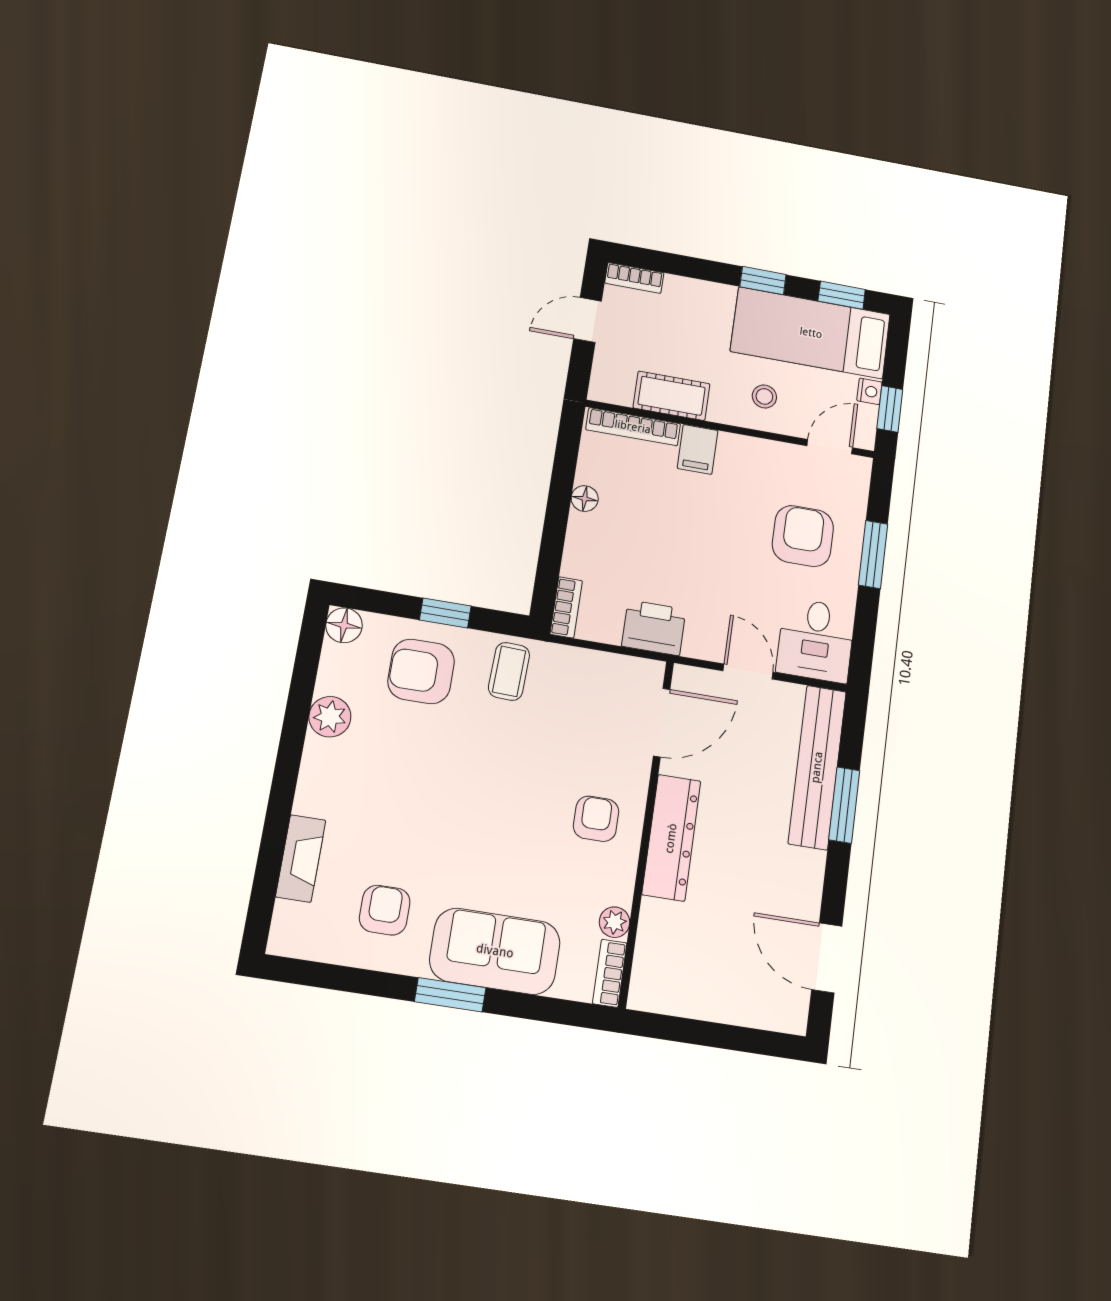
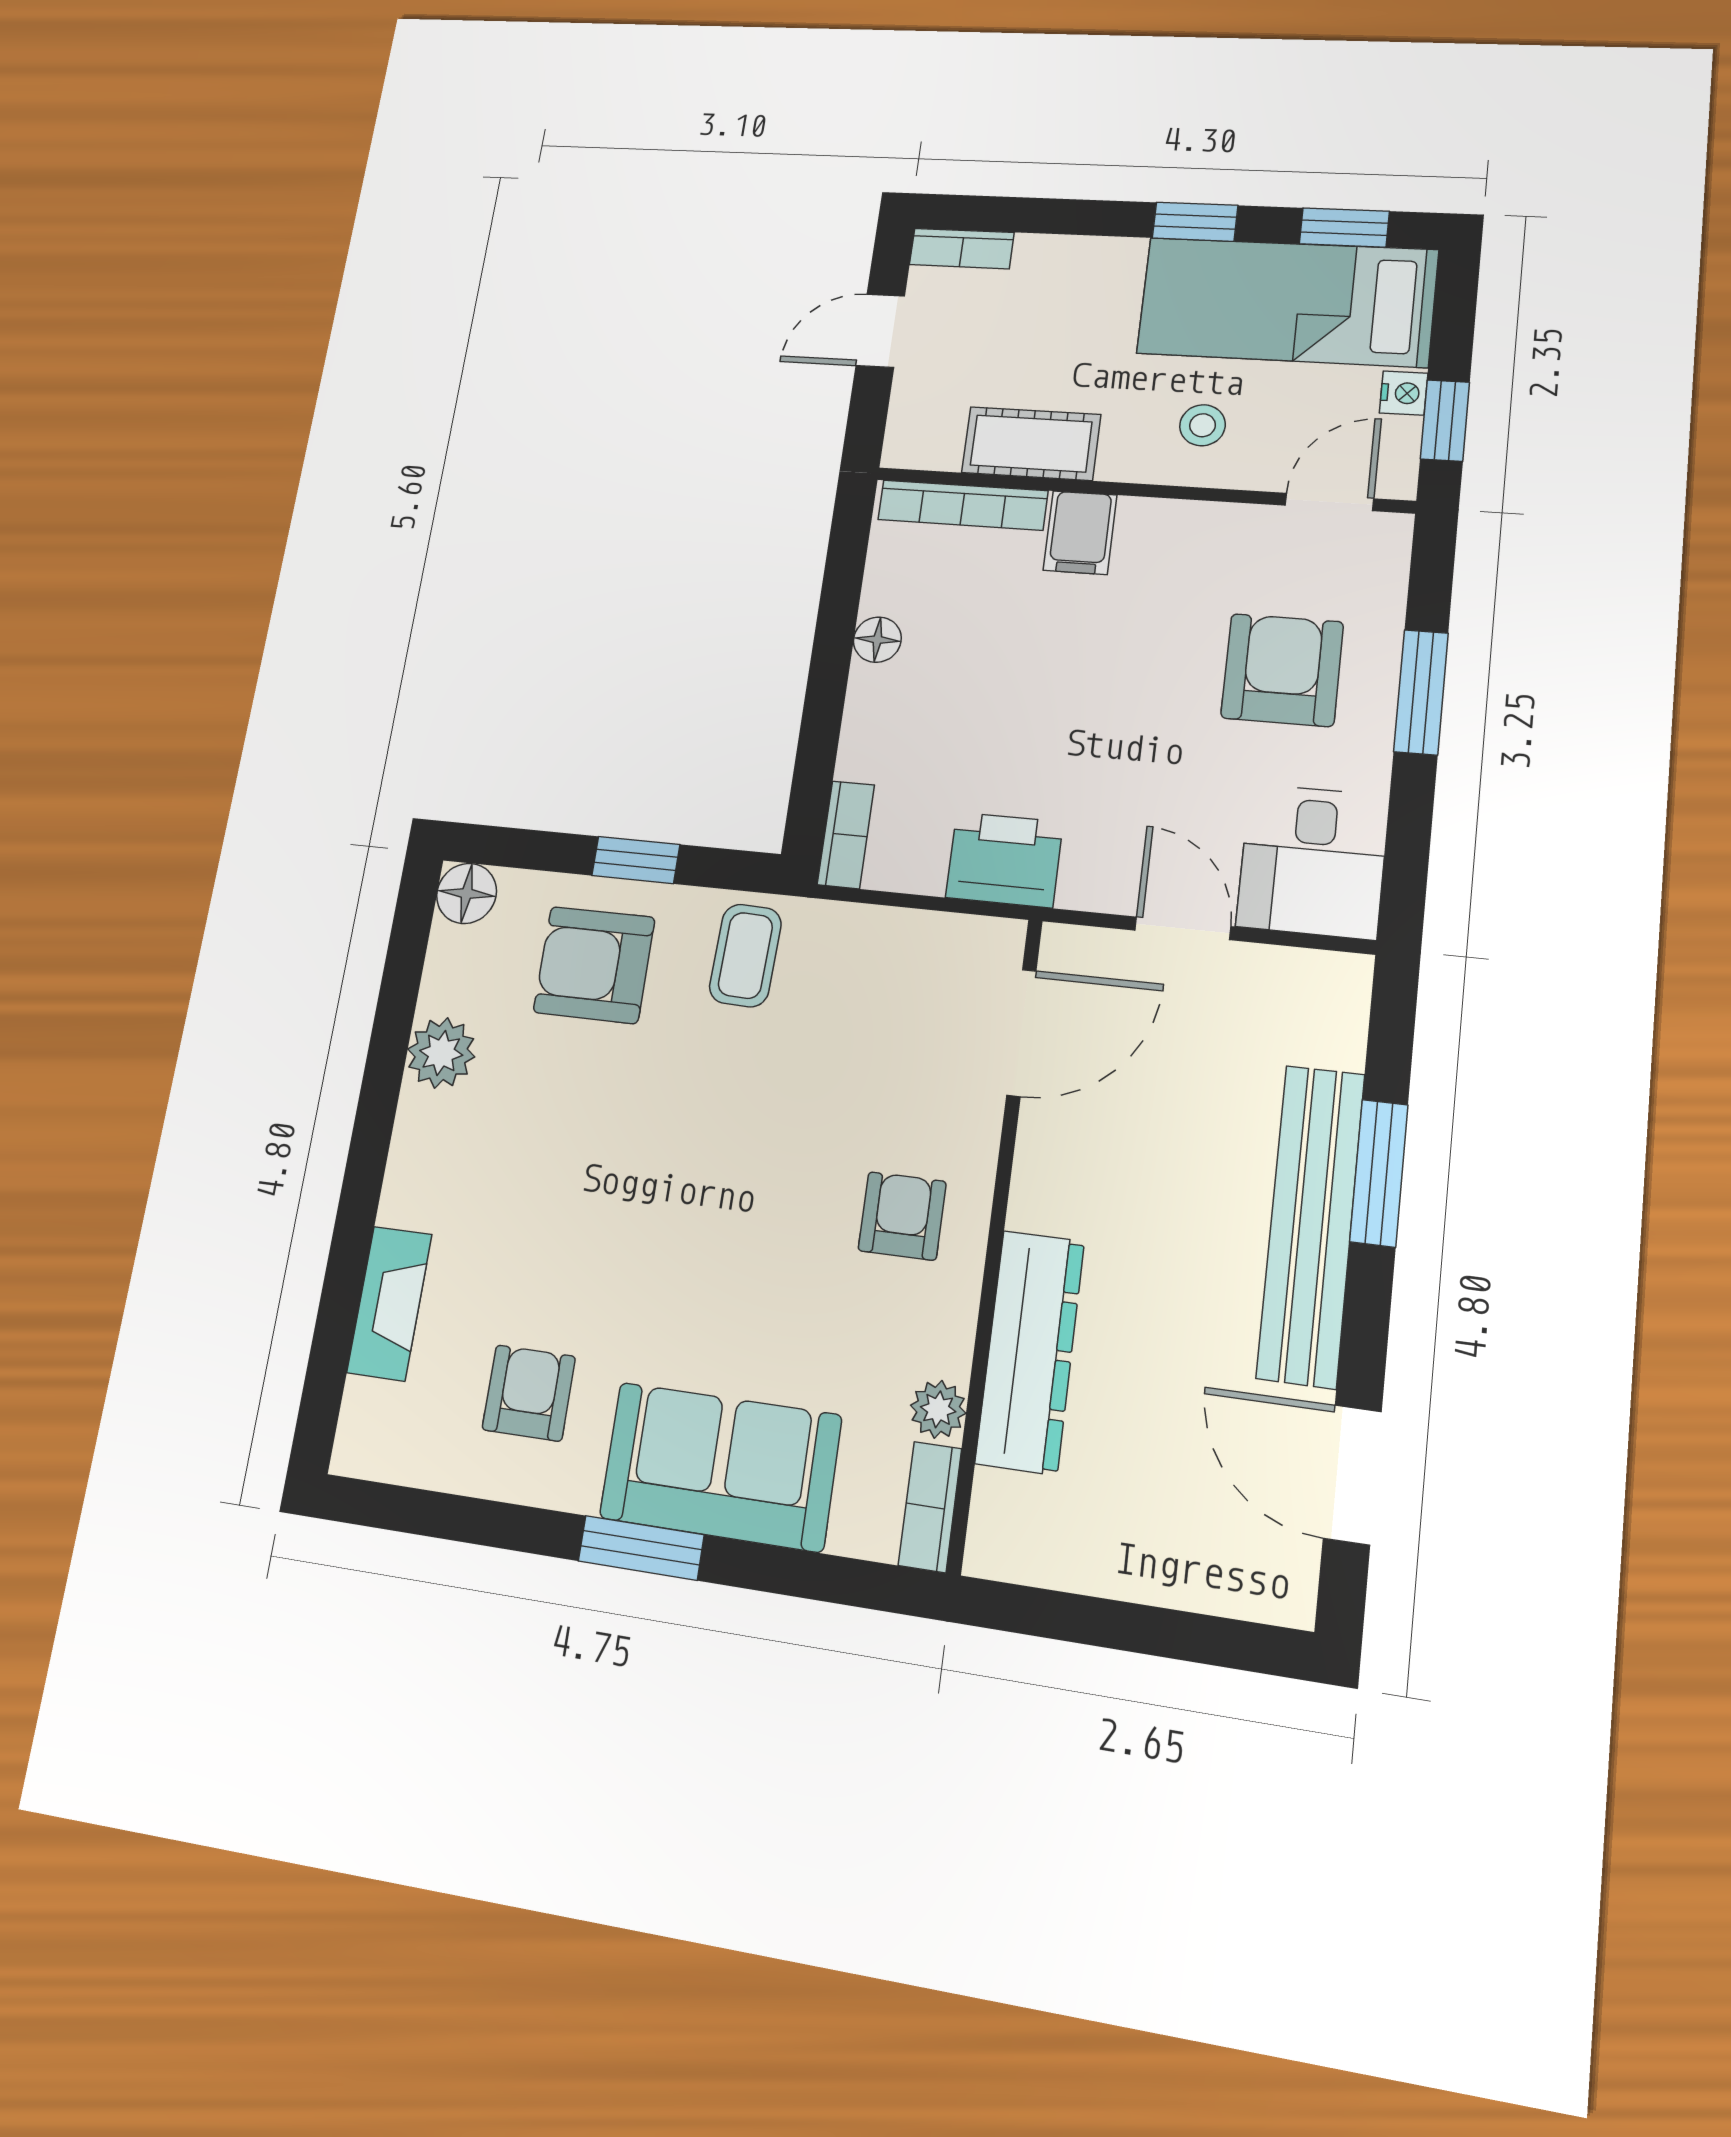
bench: (817, 767) -> (1311, 1225), moved
dresser: (671, 838) -> (1030, 1352), moved

